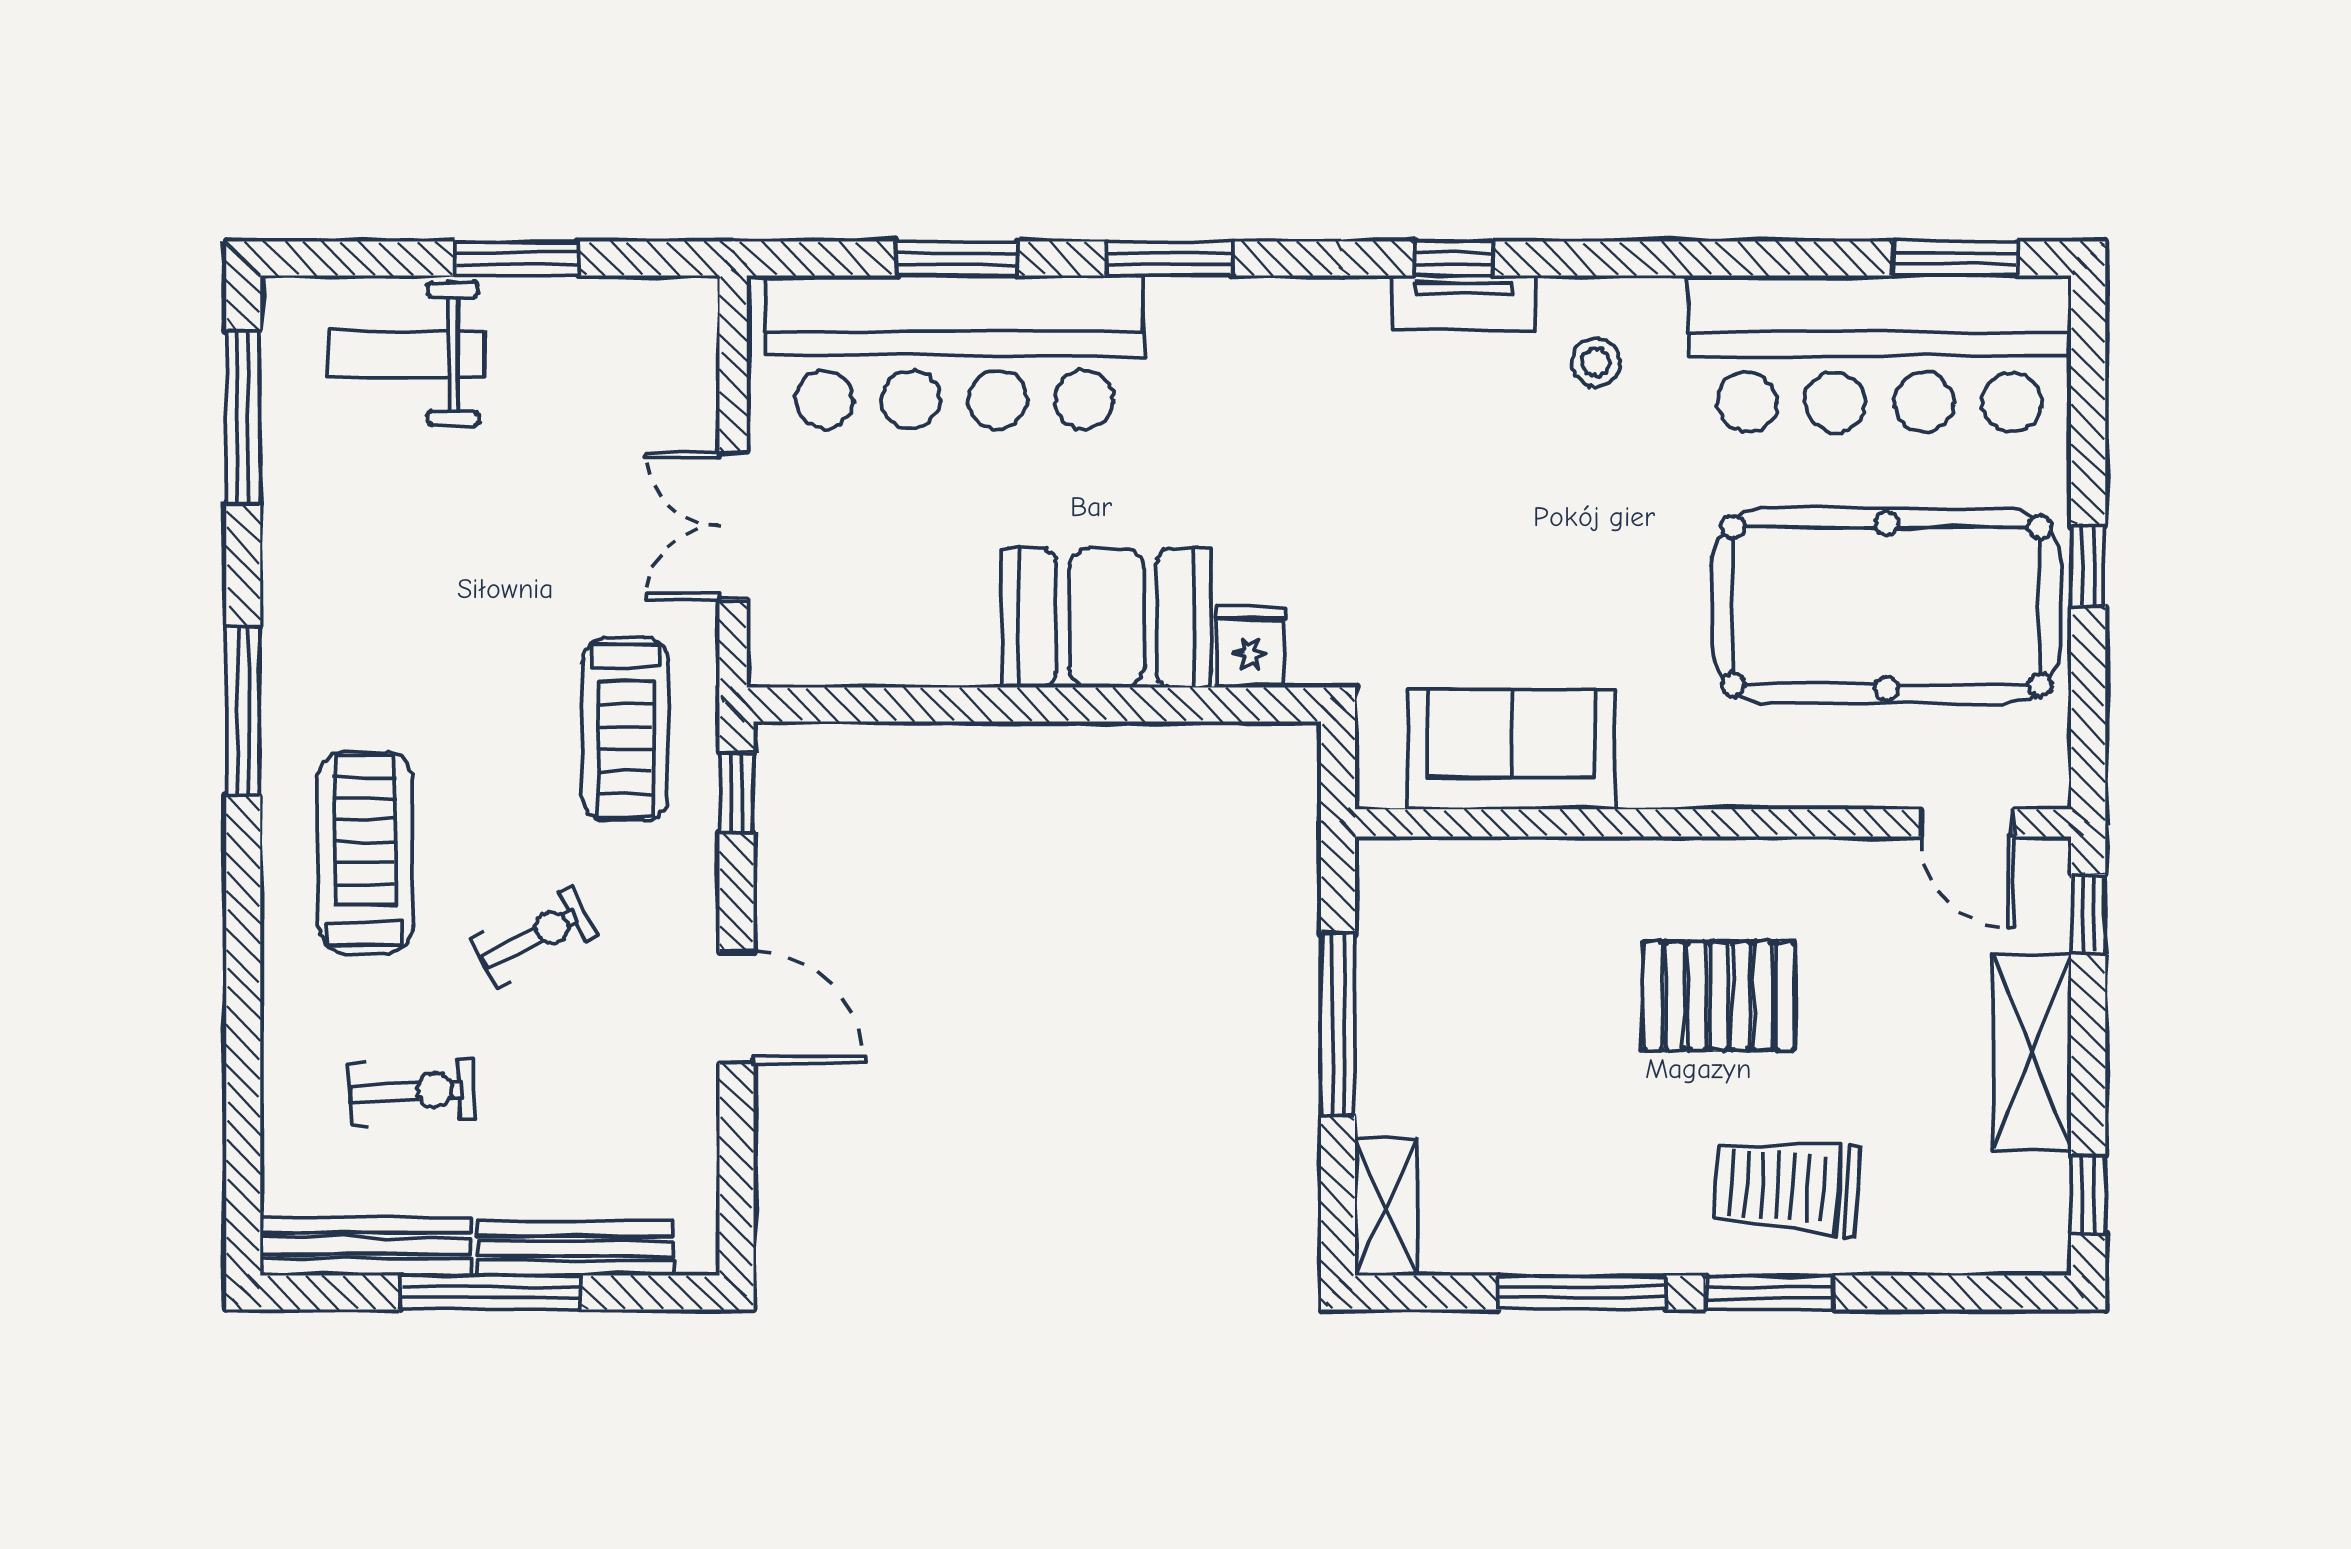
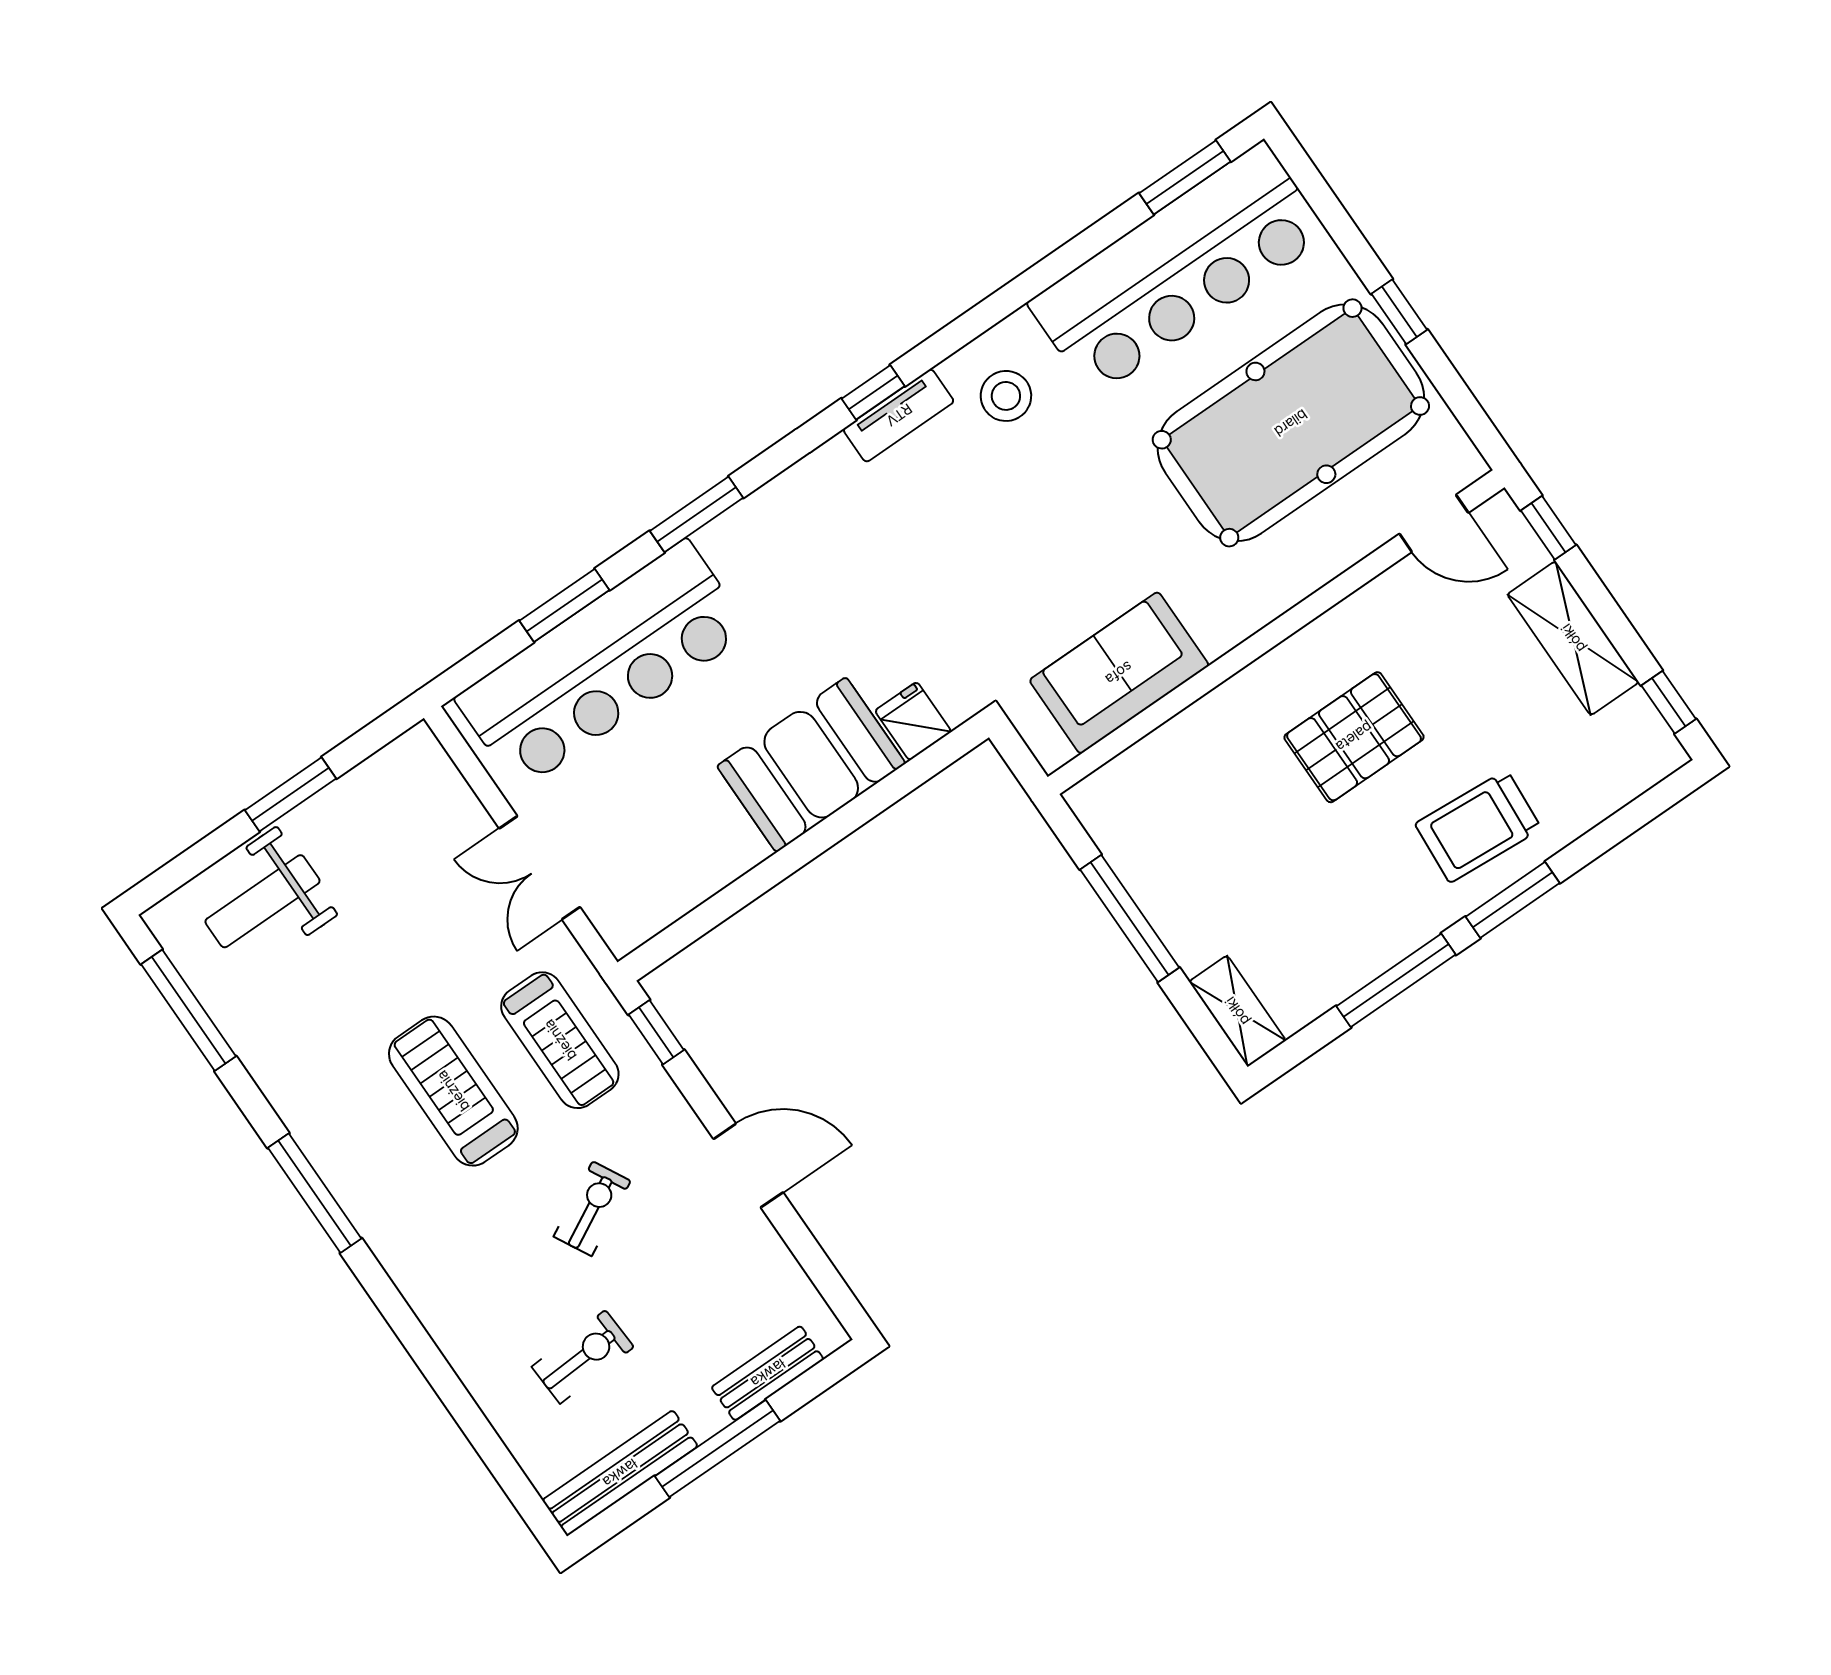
stool: (1596, 362) -> (1006, 396), width x1.37, depth x1.37
treadmill: (365, 853) -> (453, 1091), moved
bench: (575, 1248) -> (768, 1373), width x0.73

